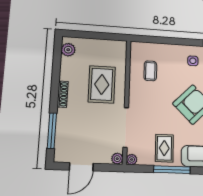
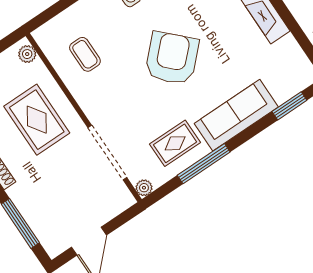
rug: (164, 148) -> (175, 143), turned 90
plant: (117, 159) -> (27, 54), moved

